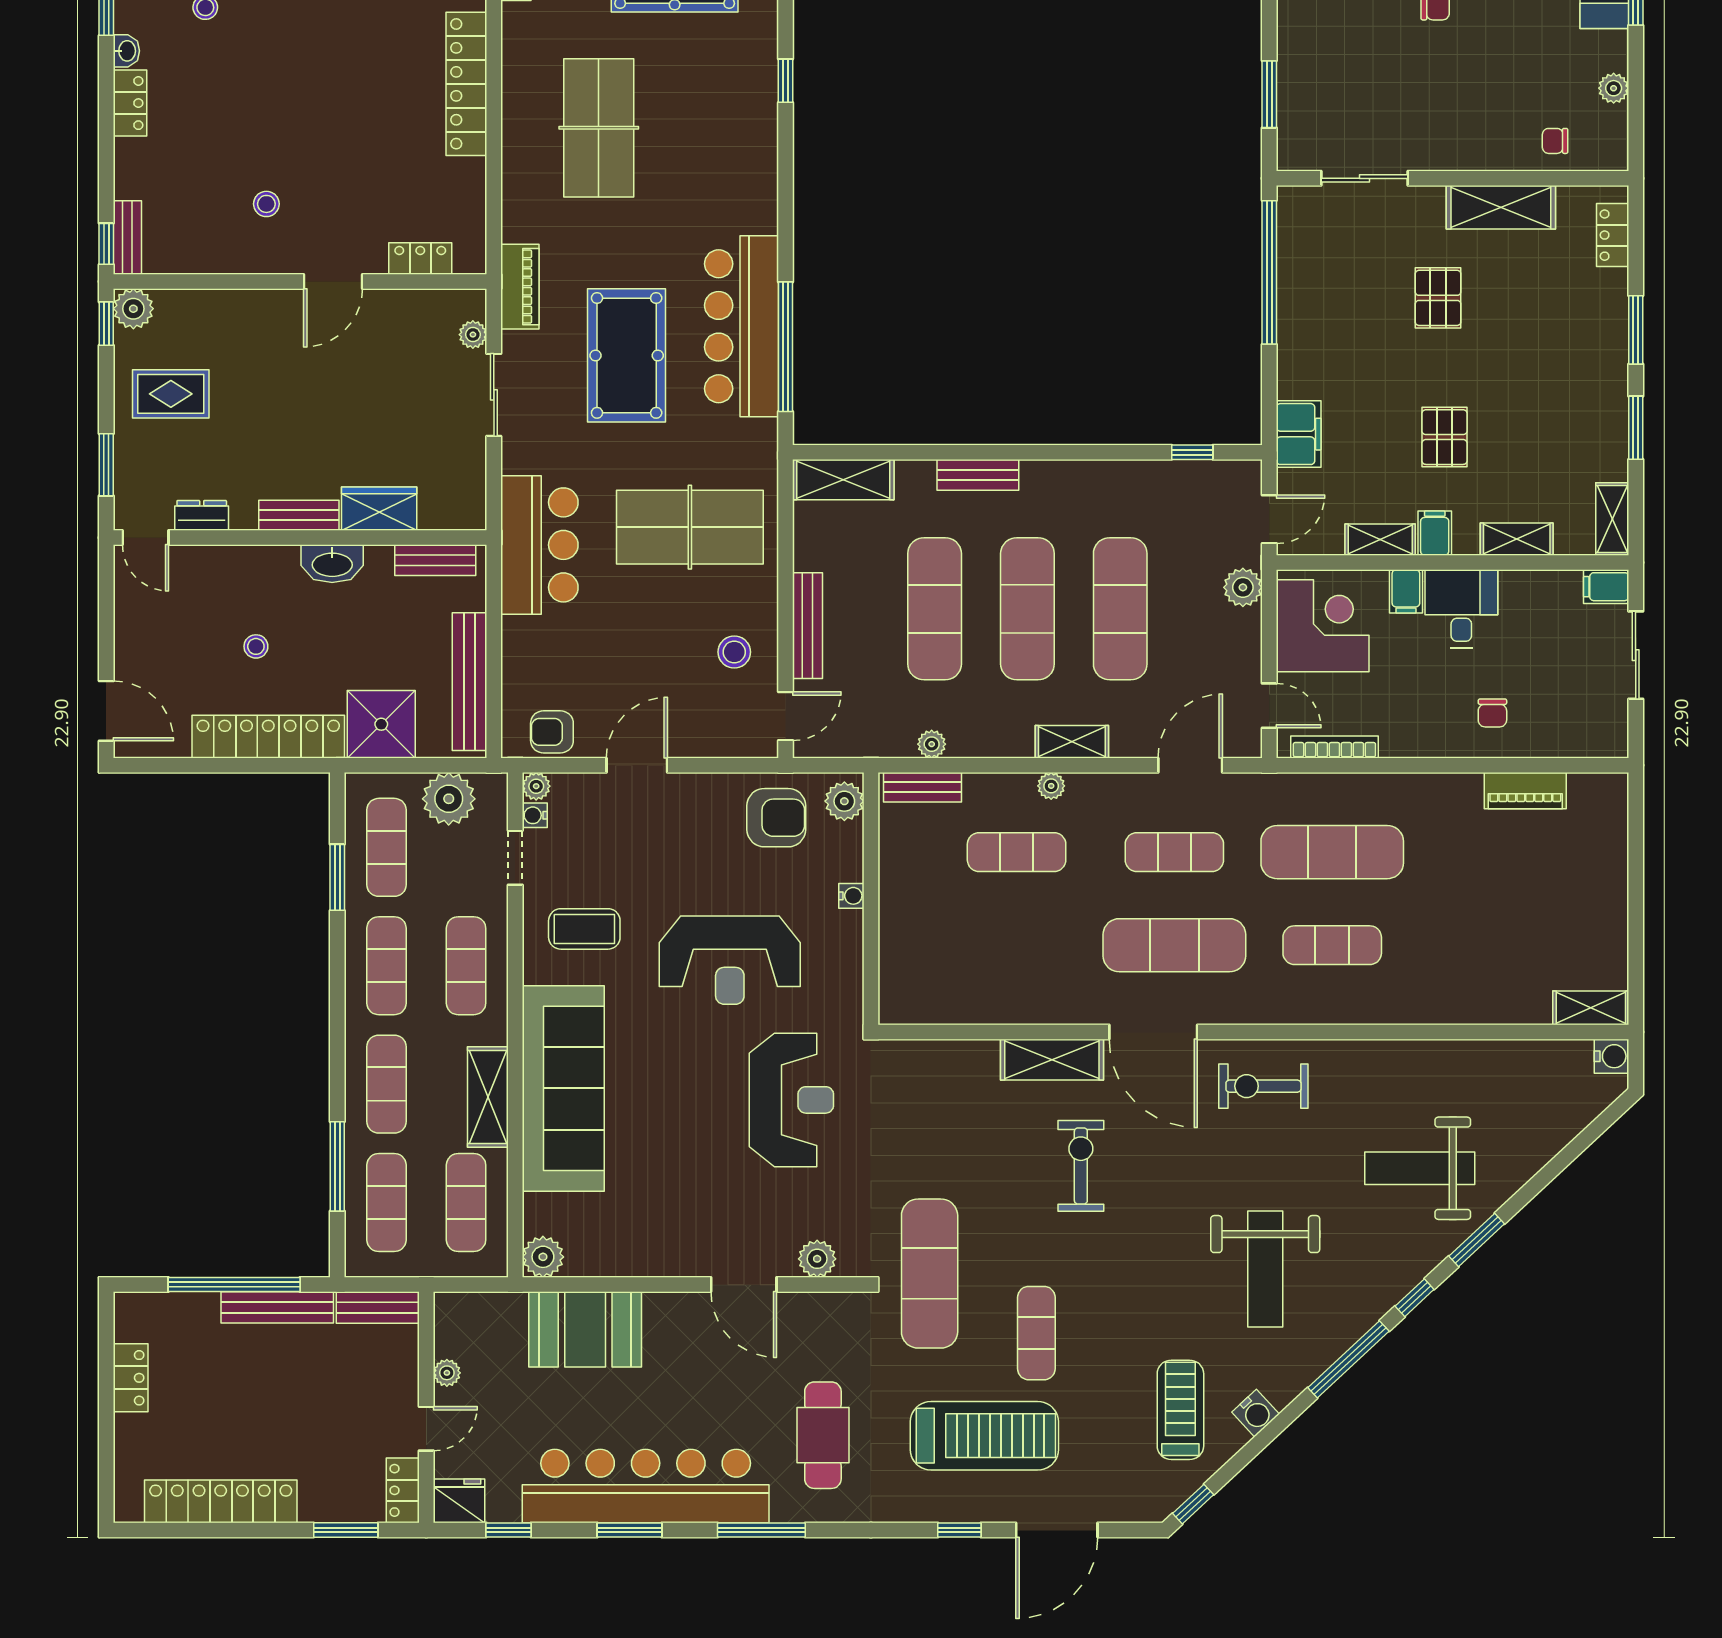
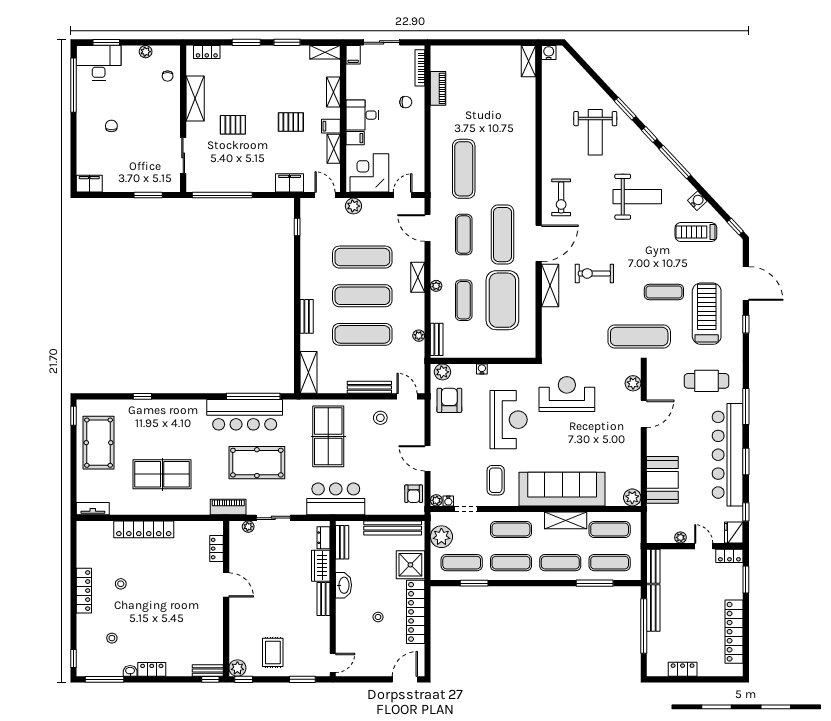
stool: (266, 204) -> (121, 584), moved
dresser: (202, 515) -> (323, 538), moved
bookcase: (1334, 747) -> (420, 68), moved
exercise mat: (1332, 945) -> (502, 300), moved, width x2.00, depth x1.45

